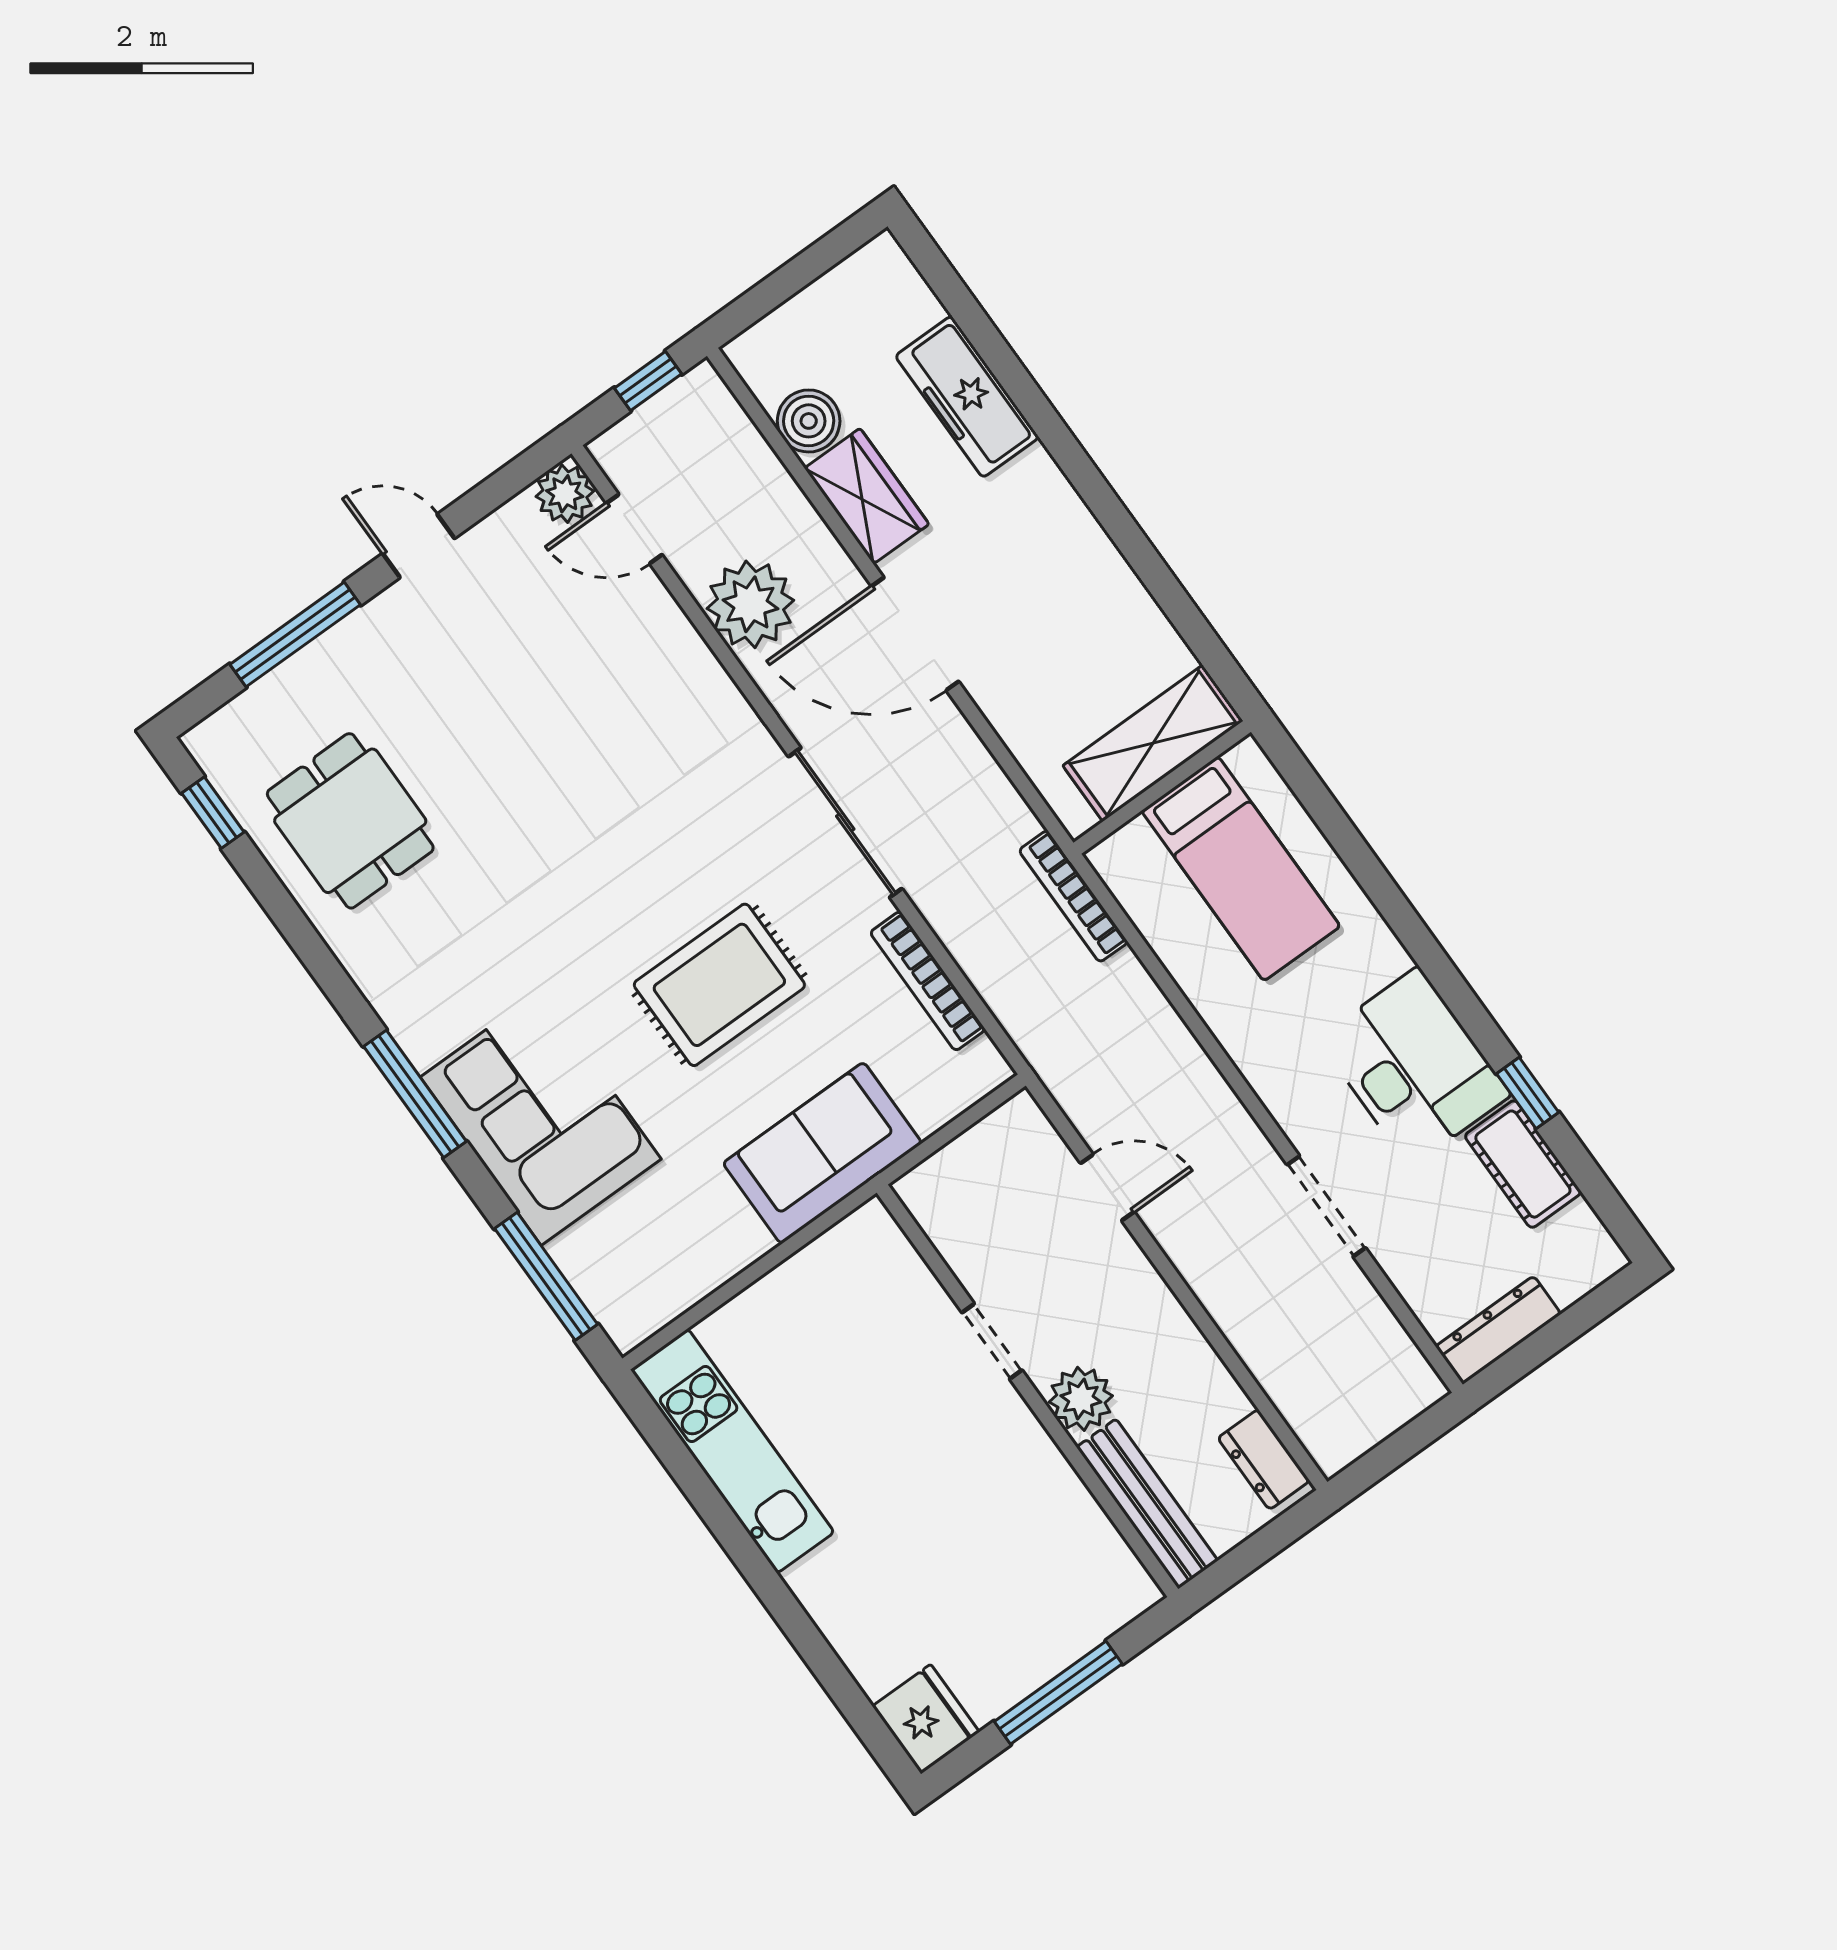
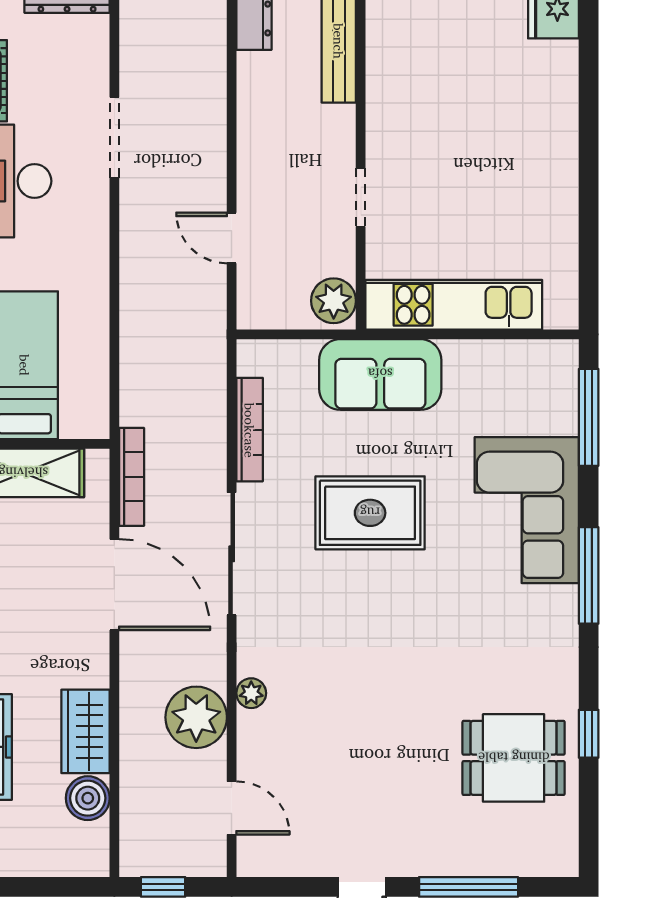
plant: (565, 494) -> (251, 693), moved, width x0.73, depth x0.73
door: (915, 634) -> (114, 585), moved
window: (213, 813) -> (589, 734), moved
dining table: (350, 821) -> (514, 758), turned 90
bookcase: (1073, 896) -> (132, 477), moved
plant: (1081, 1399) -> (334, 301), moved
kitchen unit: (732, 1451) -> (454, 305), moved, turned 90

